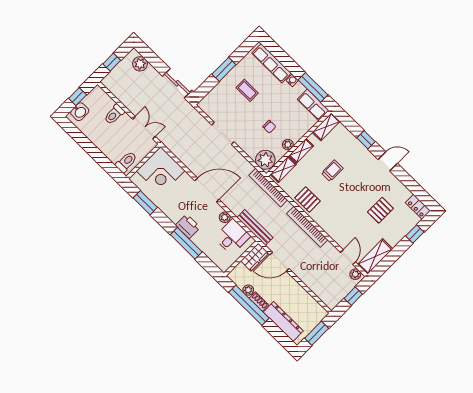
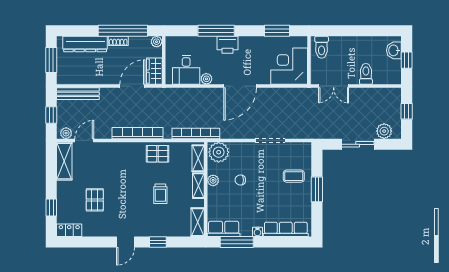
sliding door: (177, 83) -> (358, 144), moved
coffee table: (247, 90) -> (294, 176), moved
bench: (255, 227) -> (78, 94), moved
door: (348, 257) -> (84, 140), swing flipped
plant: (248, 290) -> (157, 42), moved

